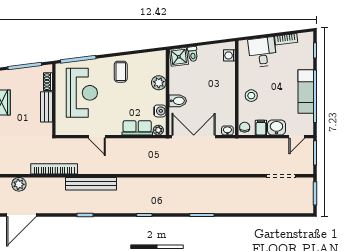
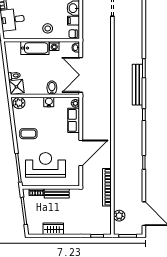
washing machine: (229, 55) -> (54, 46), moved
bathtub: (227, 80) -> (35, 48), added
plant: (159, 83) -> (19, 103), moved
water cooler: (160, 111) -> (49, 102), moved
door: (97, 137) -> (81, 153), width x1.87
bench: (91, 184) -> (137, 85), moved

